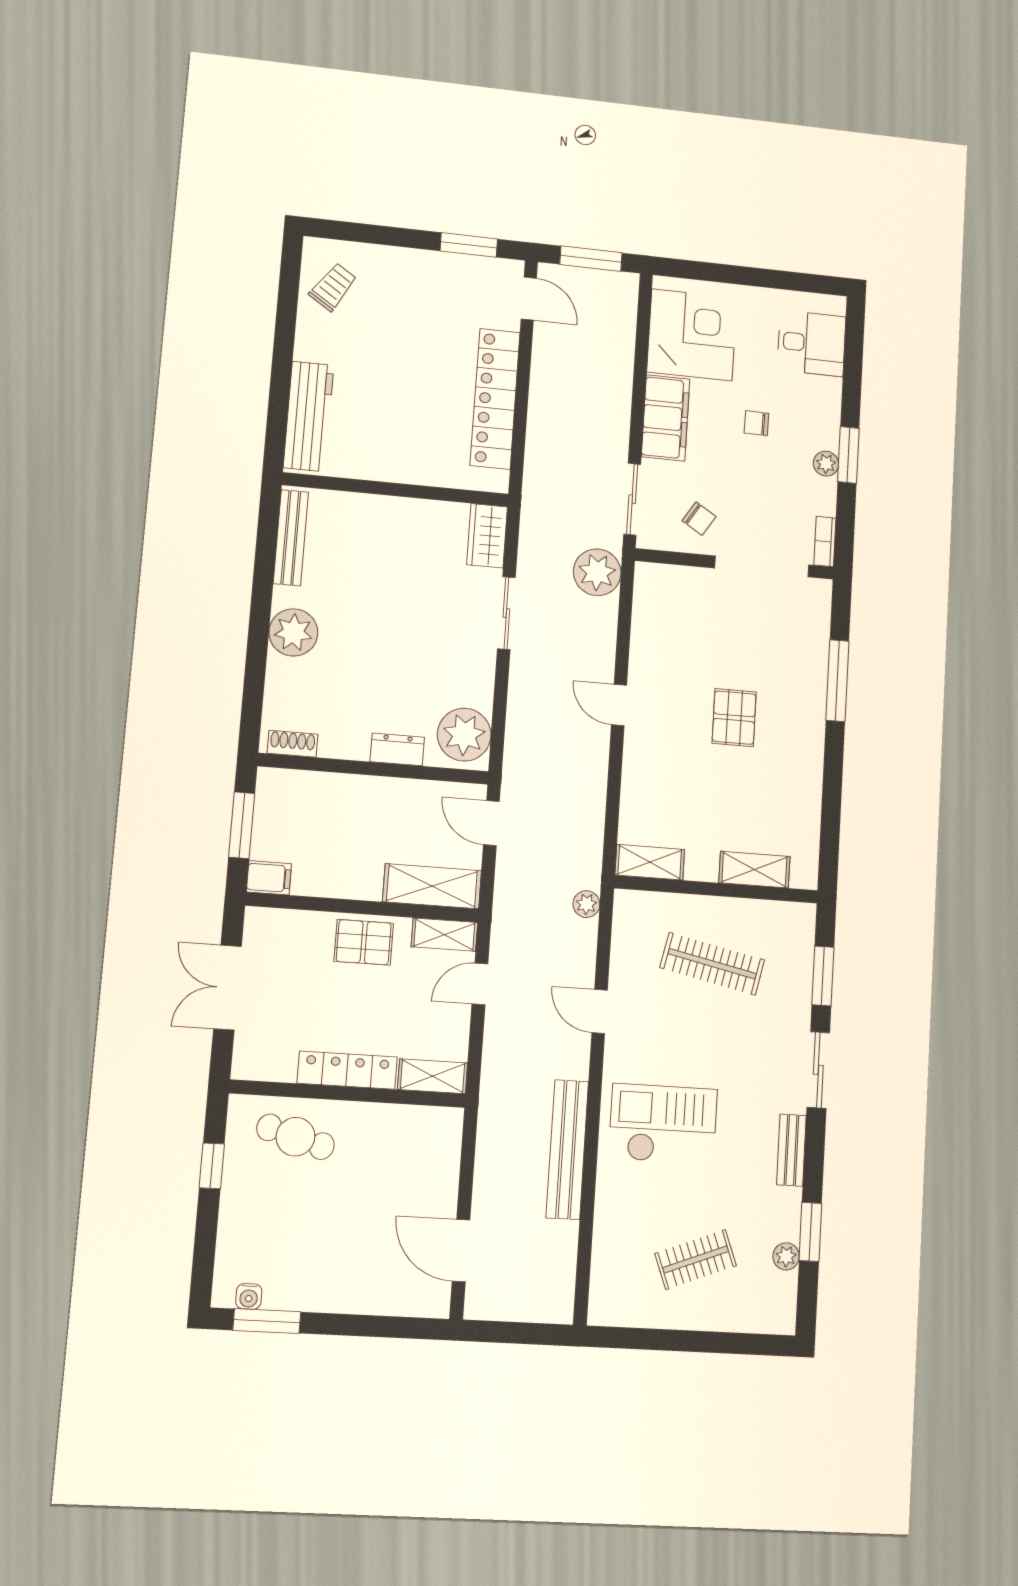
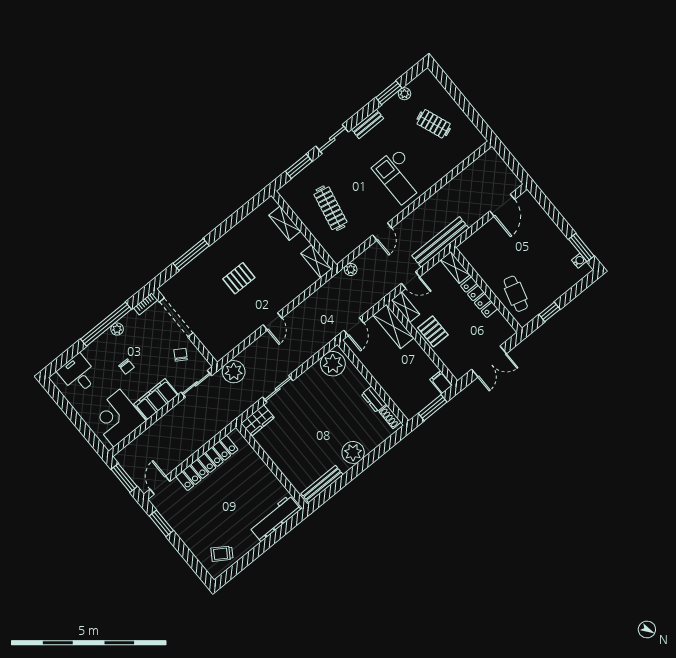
window: (848, 455) -> (106, 324), width x2.11
dresser: (397, 749) -> (374, 399), moved
bench: (567, 1149) -> (440, 242), moved

